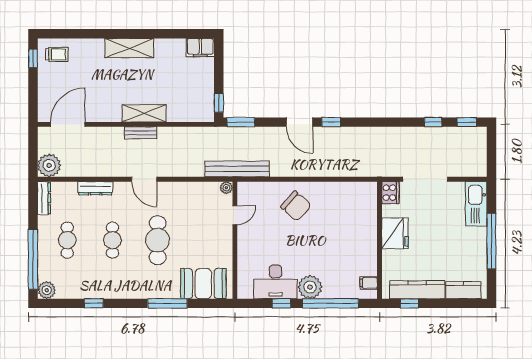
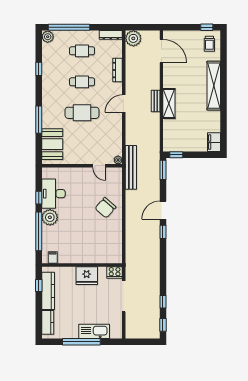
shelving: (129, 48) -> (214, 86), width x1.47
kitchen sink: (476, 204) -> (94, 331), moved

